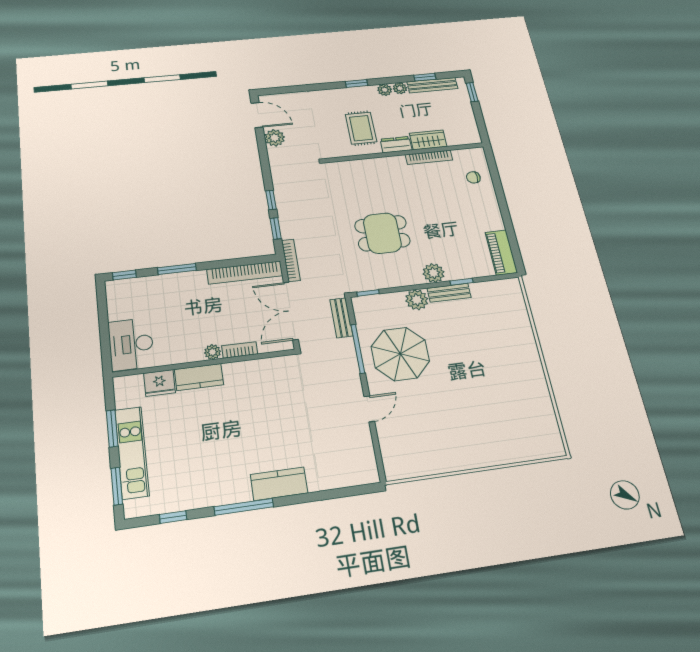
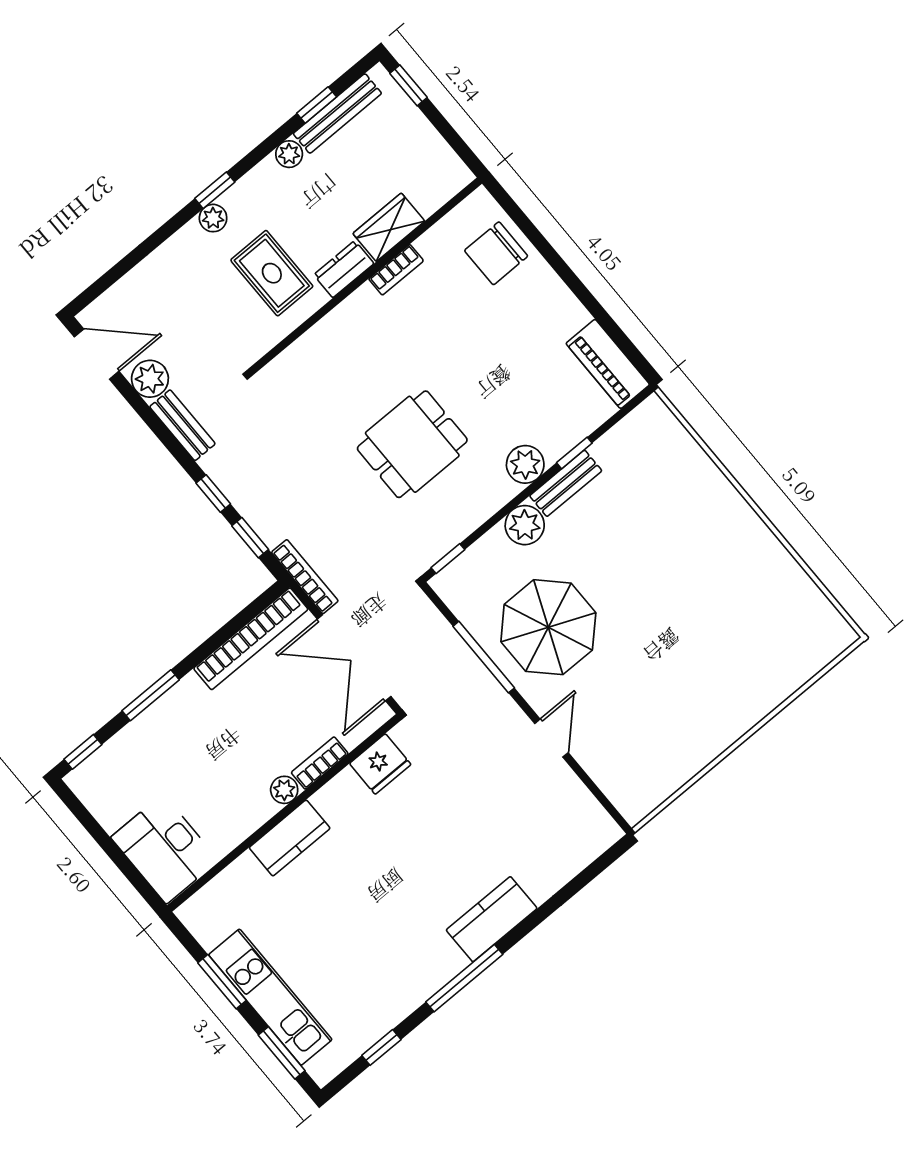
plant: (385, 90) -> (213, 218), moved
bookcase: (429, 157) -> (396, 270), width x0.64
chair: (473, 177) -> (496, 253), width x1.87, depth x1.87
bench: (341, 318) -> (182, 425), moved
fridge: (159, 383) -> (380, 764), moved

